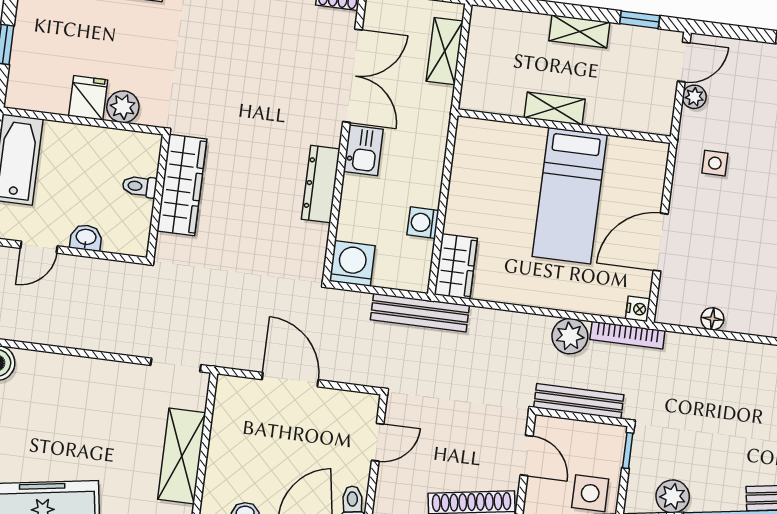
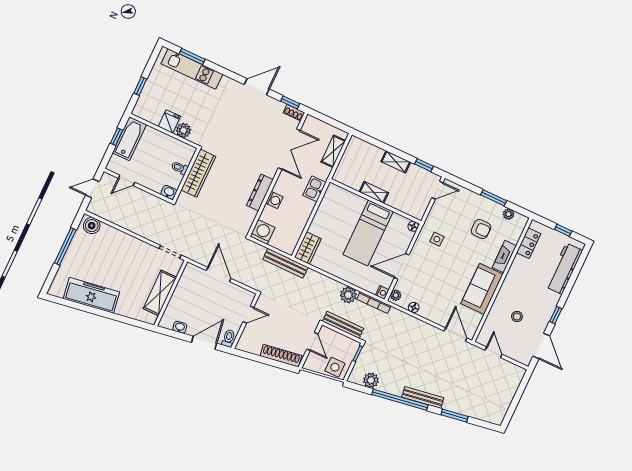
plant: (694, 97) -> (396, 295), moved
kitchen sink: (363, 150) -> (314, 189), moved, turned 180
floor lamp: (658, 152) -> (413, 226), added
washing machine: (423, 223) -> (274, 200), moved, turned 180
washbasin: (86, 238) -> (169, 192), moved

